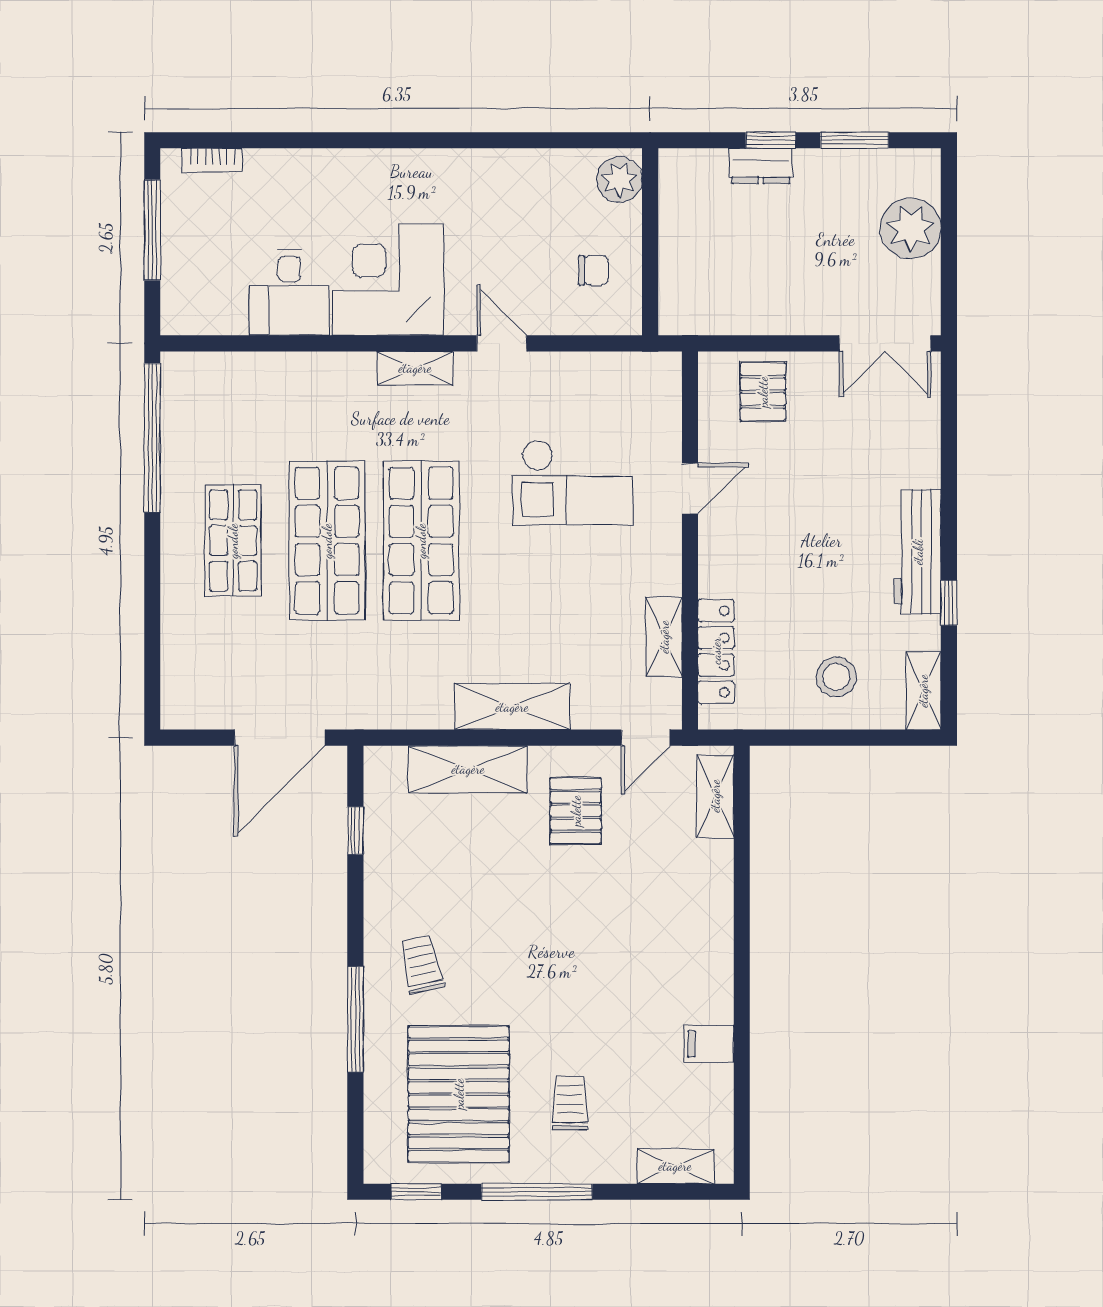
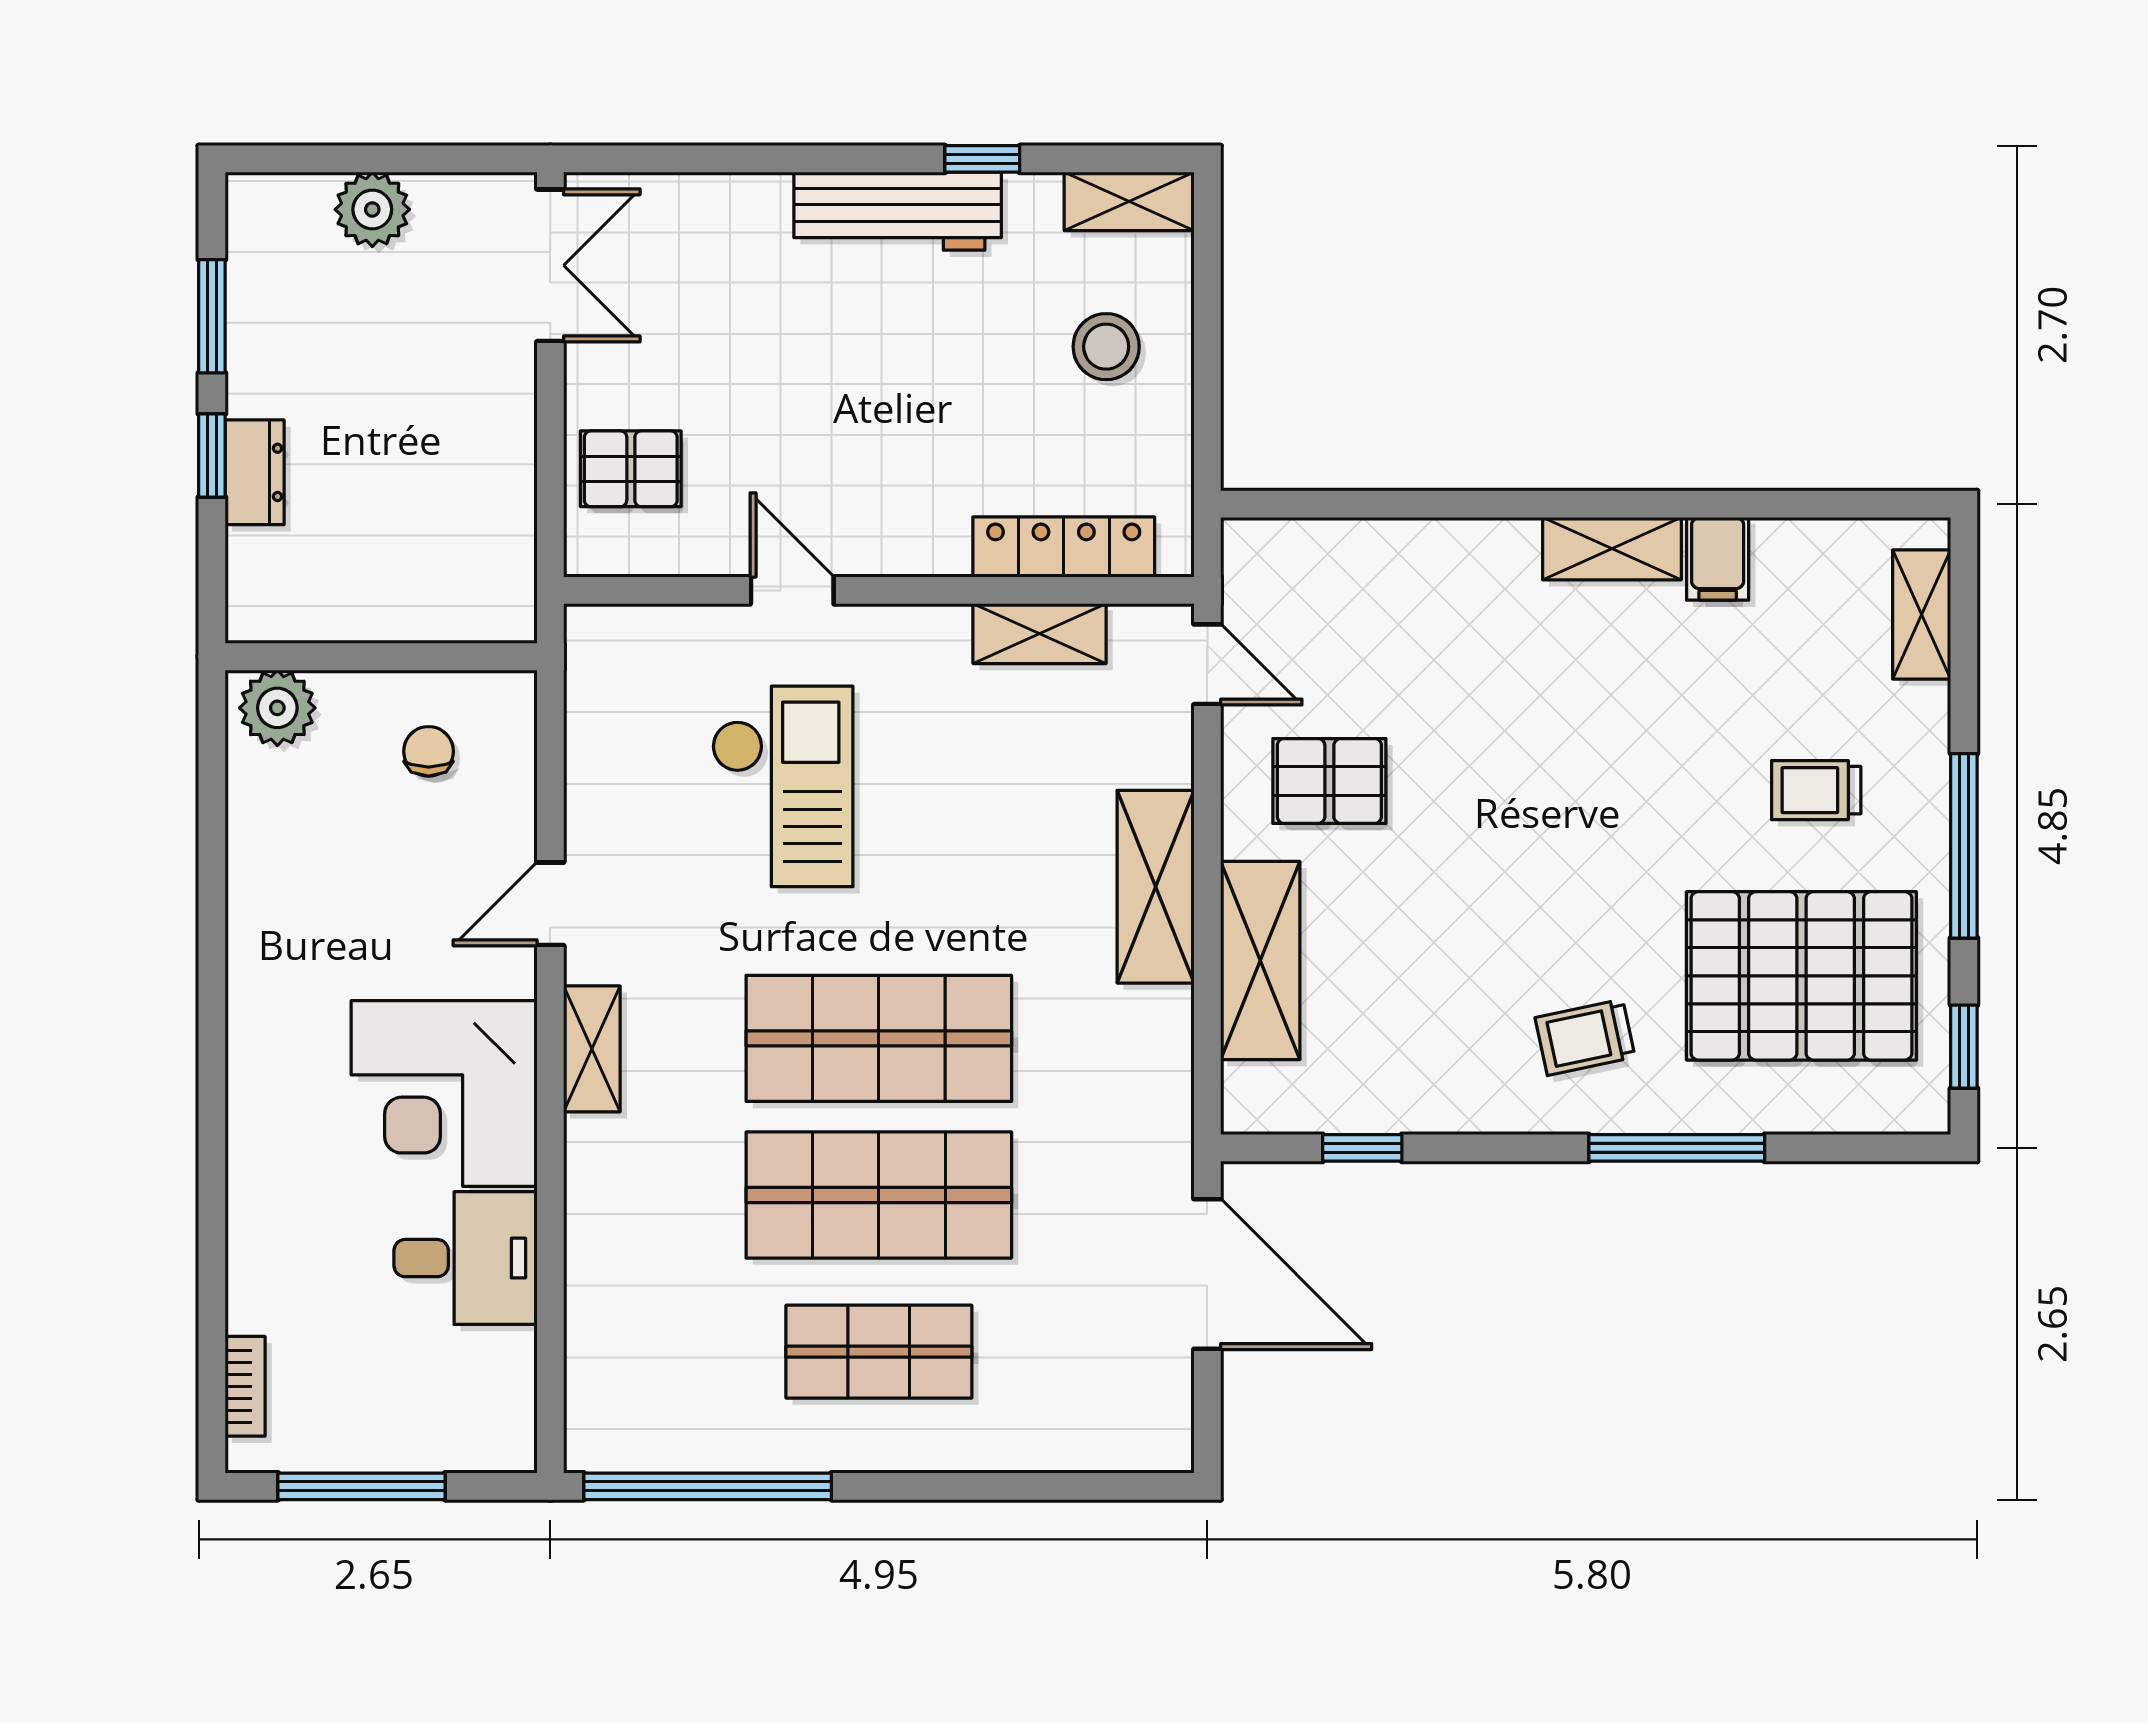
plant: (910, 228) -> (372, 209), width x0.73, depth x0.73
shelving: (715, 796) -> (1612, 549), moved

